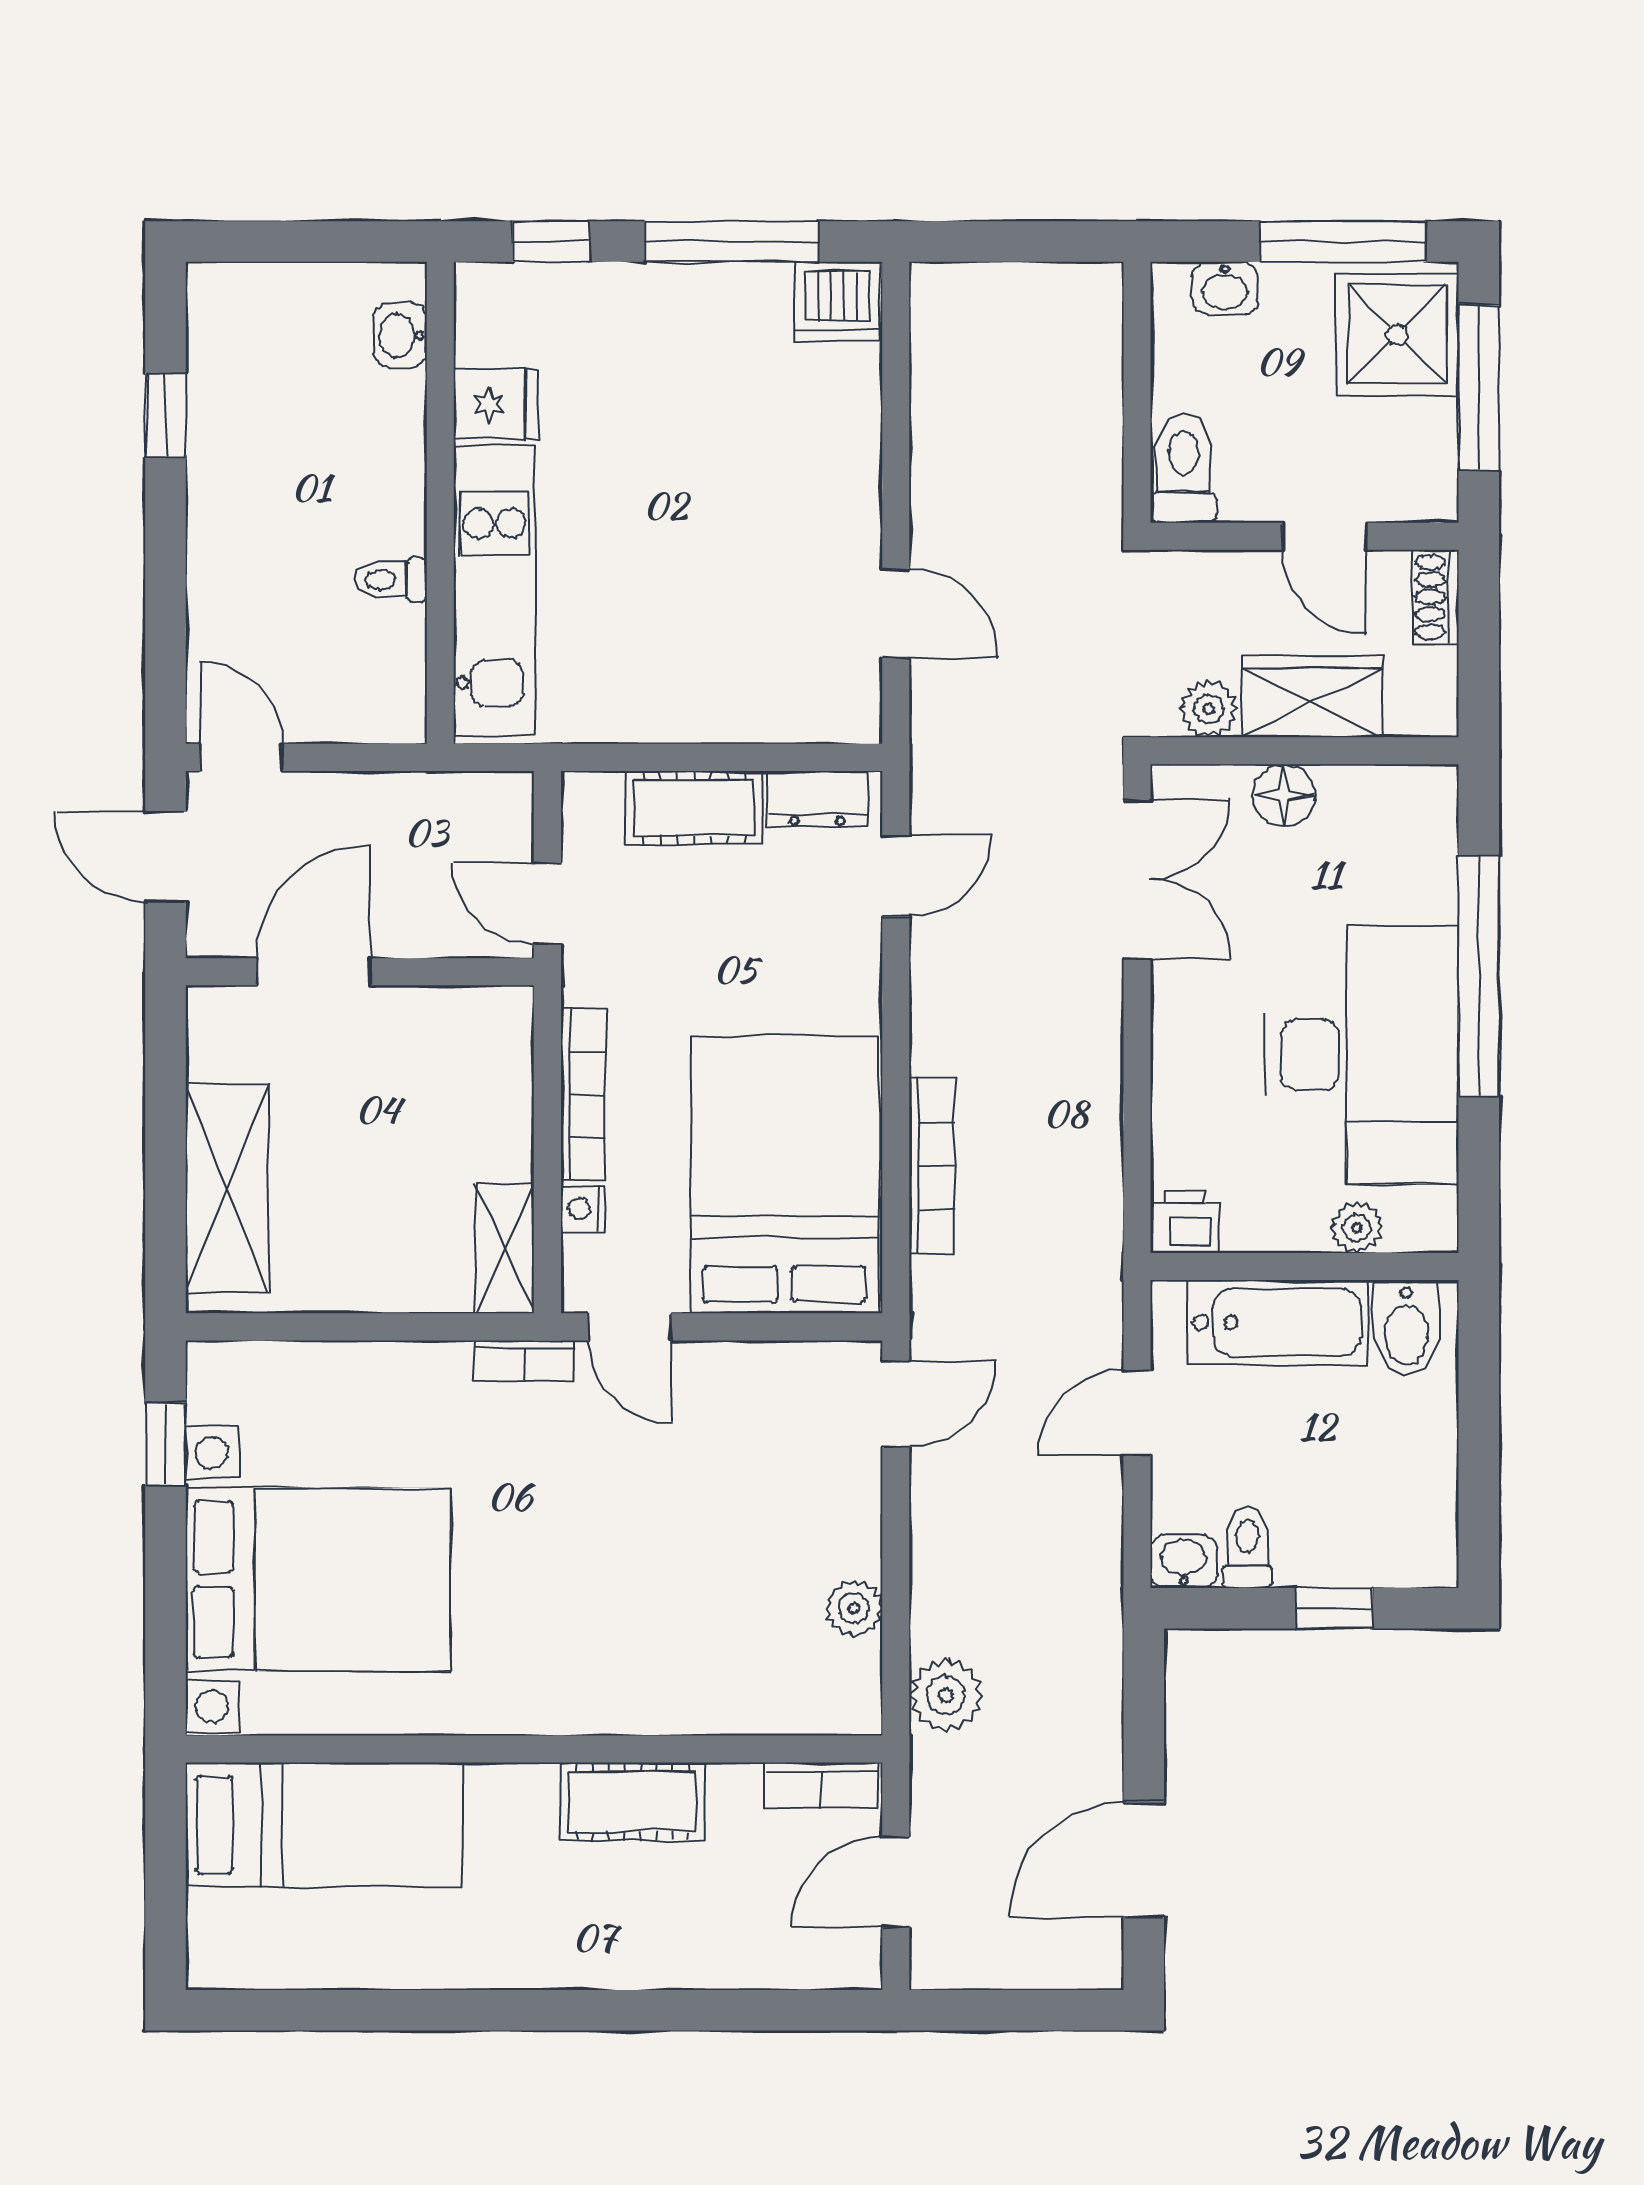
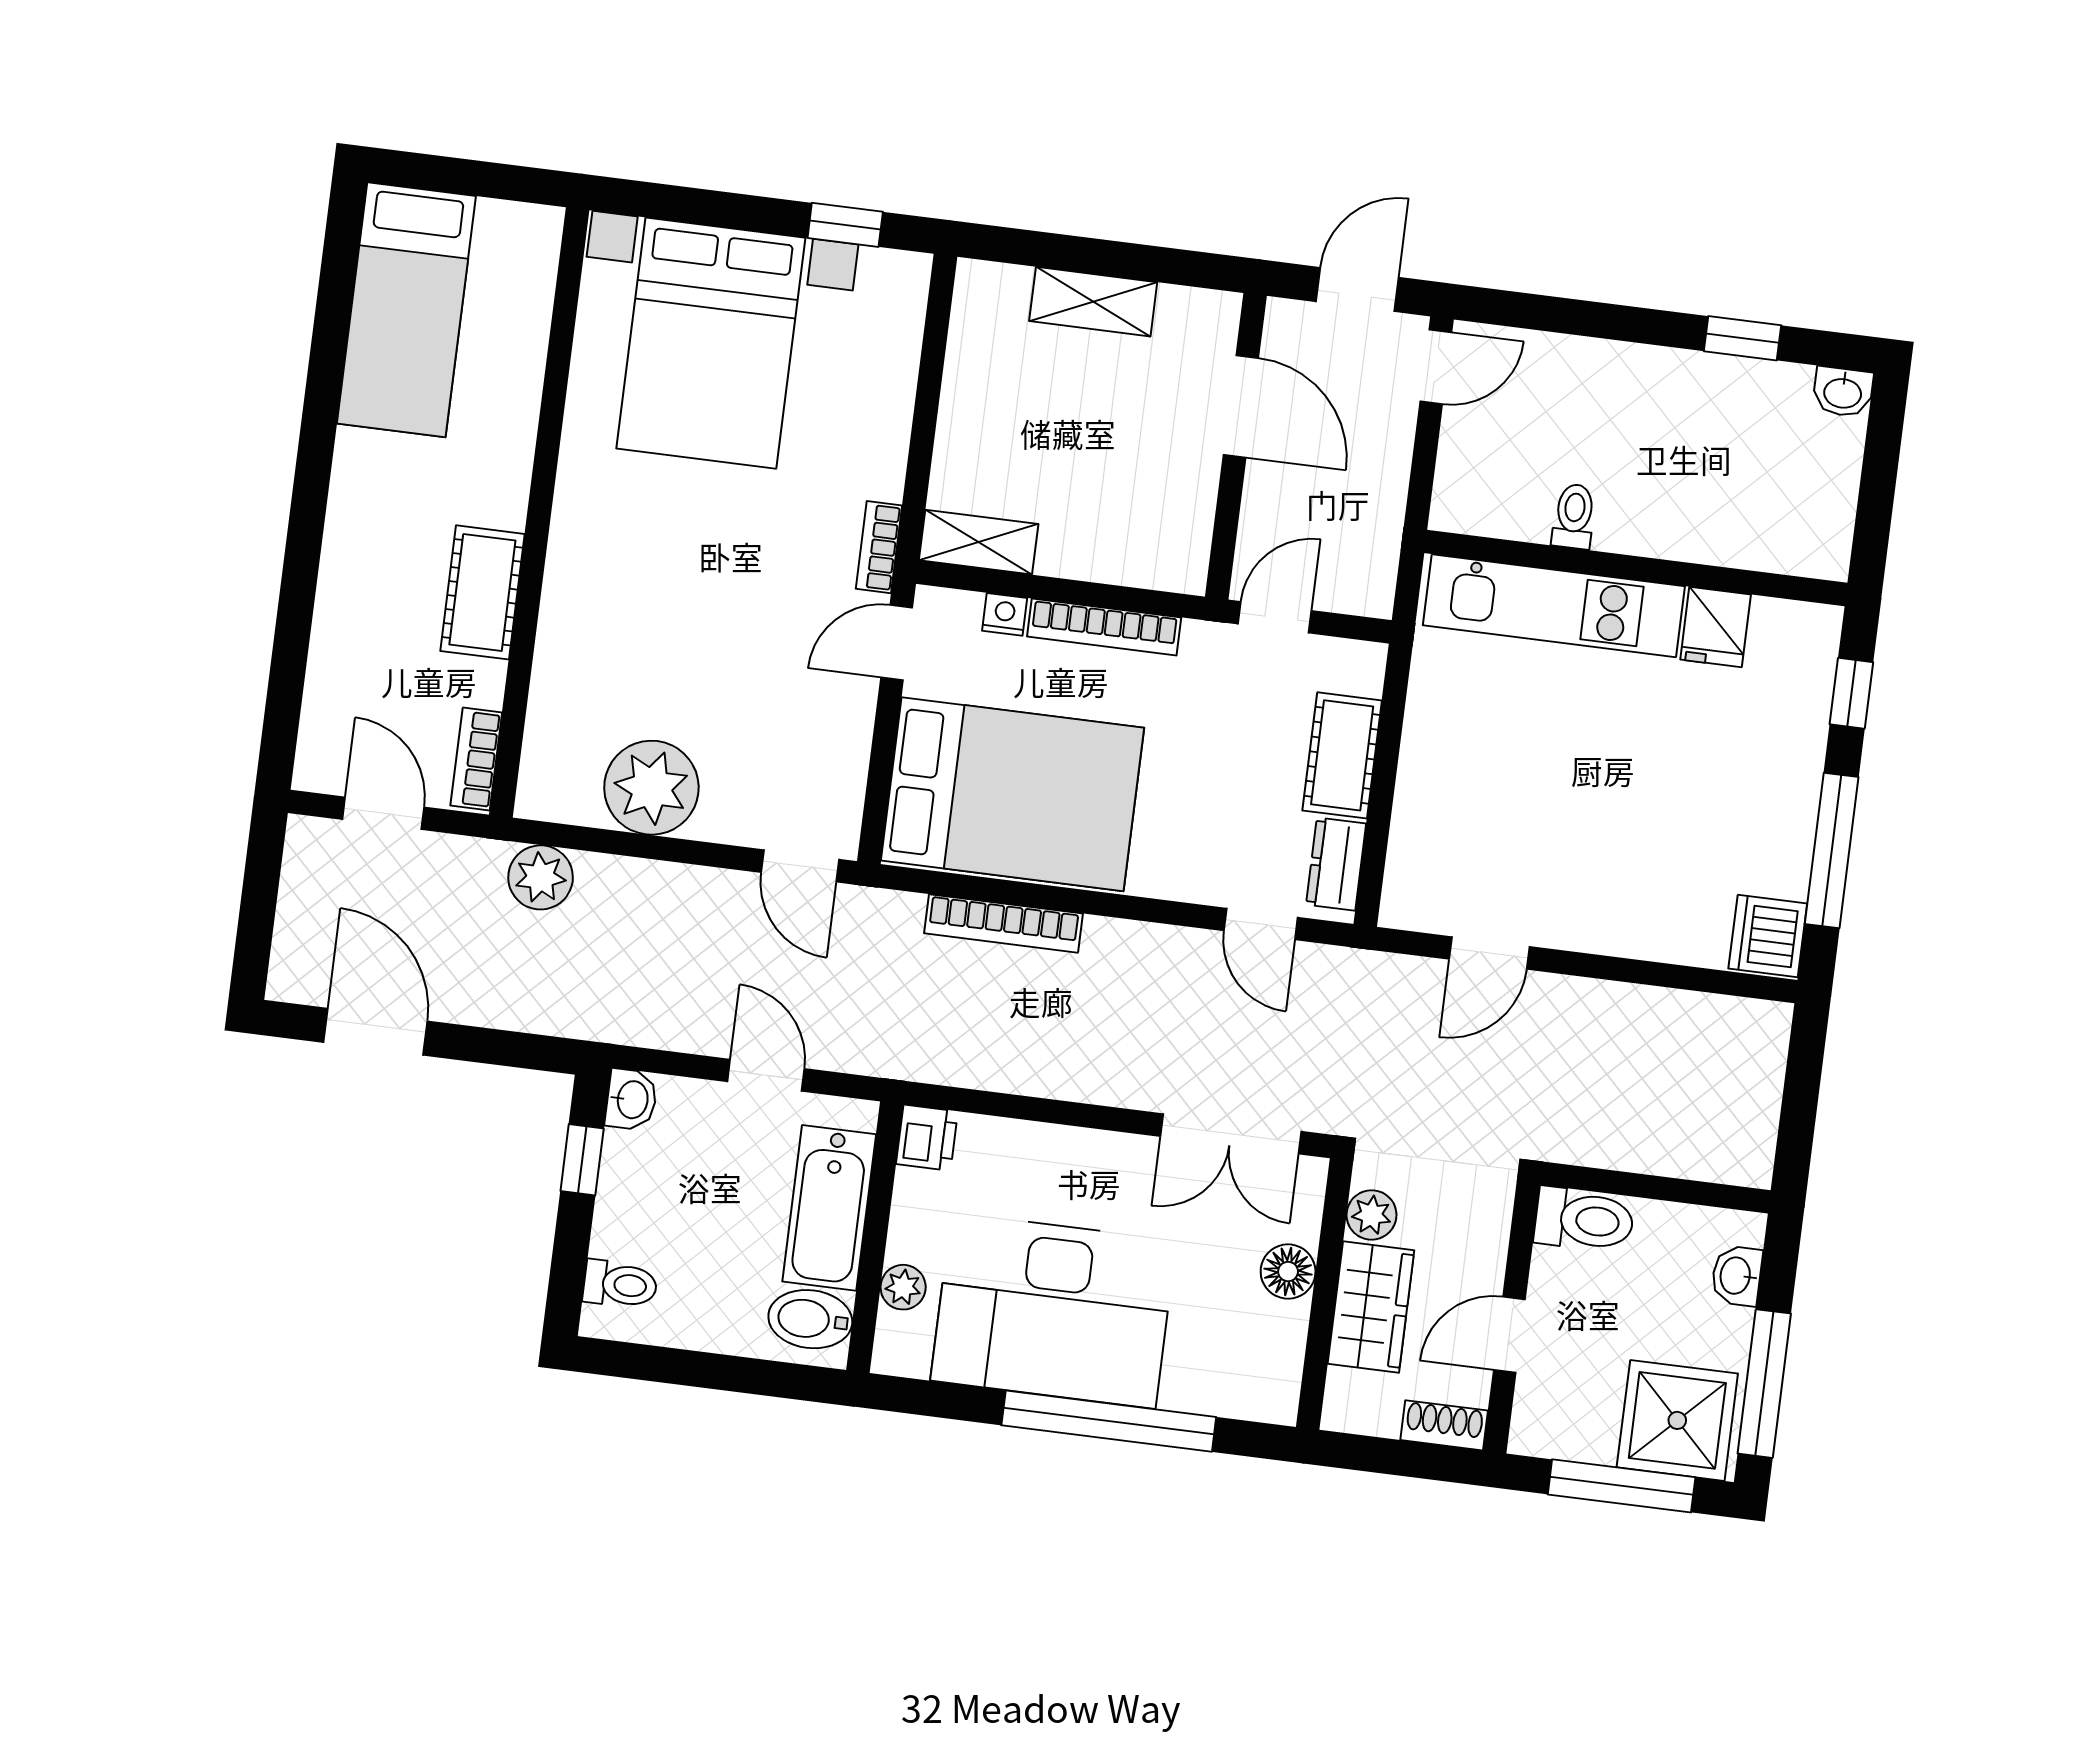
washbasin: (400, 335) -> (1843, 392), moved, turned 180
shelving: (227, 1188) -> (1093, 302), width x0.67, depth x0.75
toilet: (1247, 1547) -> (620, 1284), moved
plant: (854, 1608) -> (651, 788), width x1.88, depth x1.88
window: (1334, 1608) -> (582, 1160), moved
bed: (324, 1825) -> (406, 310), moved

